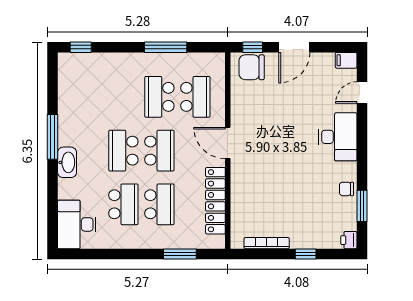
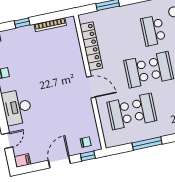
chair: (252, 67) -> (86, 142), width x0.54, depth x0.54
school desk: (159, 204) -> (129, 36), removed

